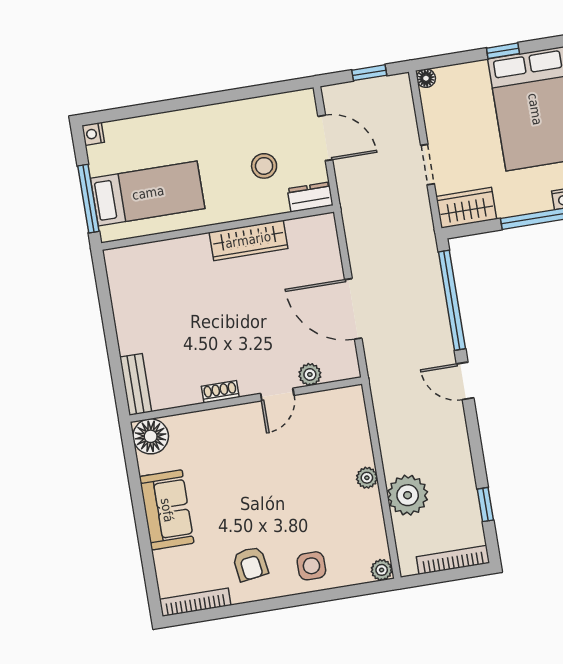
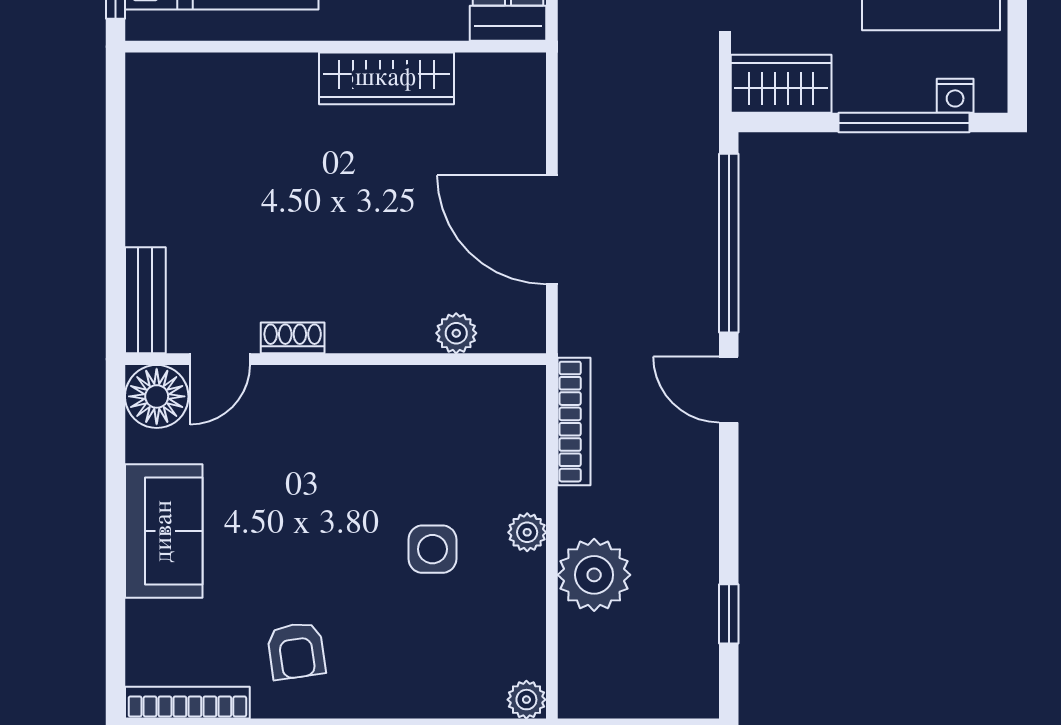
door: (277, 394) -> (220, 359), moved
bookcase: (453, 560) -> (574, 422), moved, turned 90
side table: (311, 566) -> (432, 549), moved

